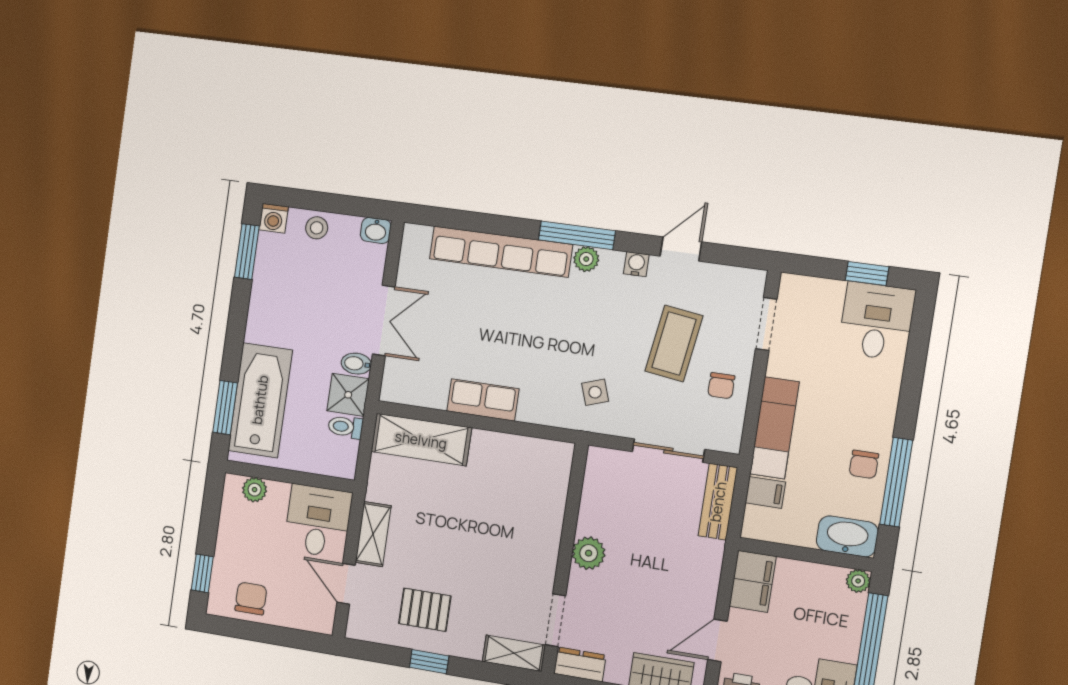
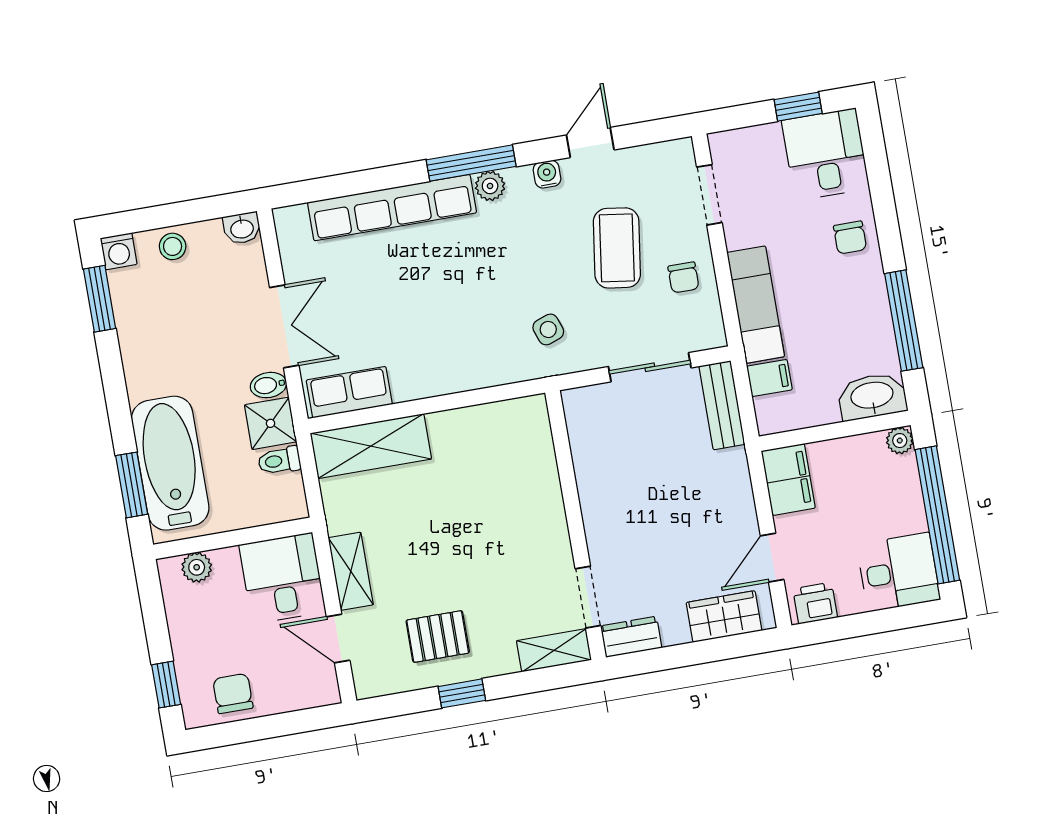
row of seats: (483, 400) -> (349, 392), moved
chair: (864, 464) -> (850, 238), moved
plant: (589, 553) -> (600, 510), removed

